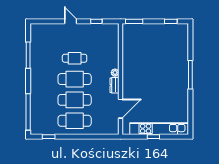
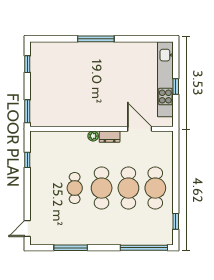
door: (71, 21) -> (27, 228), moved

